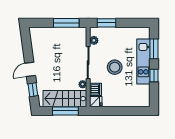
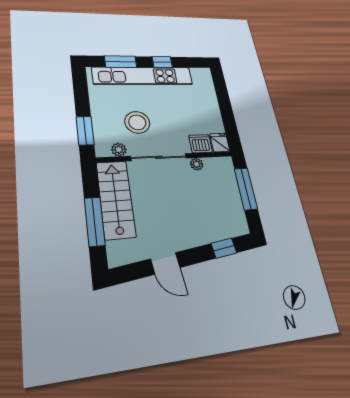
window: (66, 23) -> (95, 221), moved
kitchen unit: (143, 61) -> (143, 76), width x1.36
stool: (115, 67) -> (137, 122), moved
door: (30, 69) -> (165, 263), moved
stairs: (65, 99) -> (116, 199), moved, turned 180

